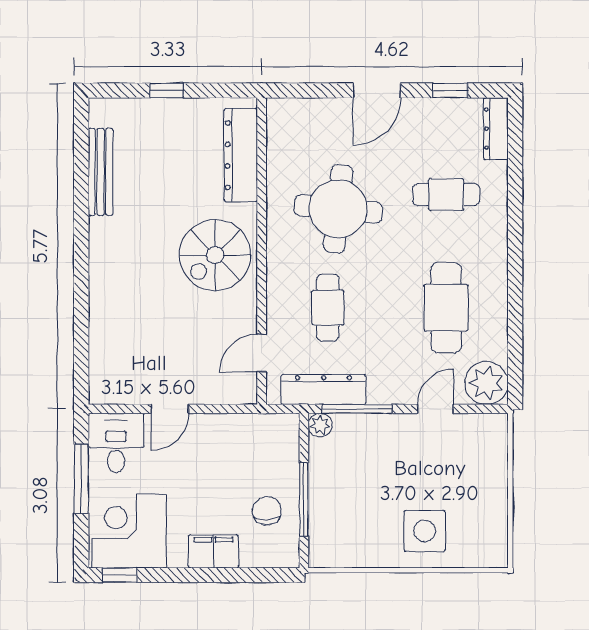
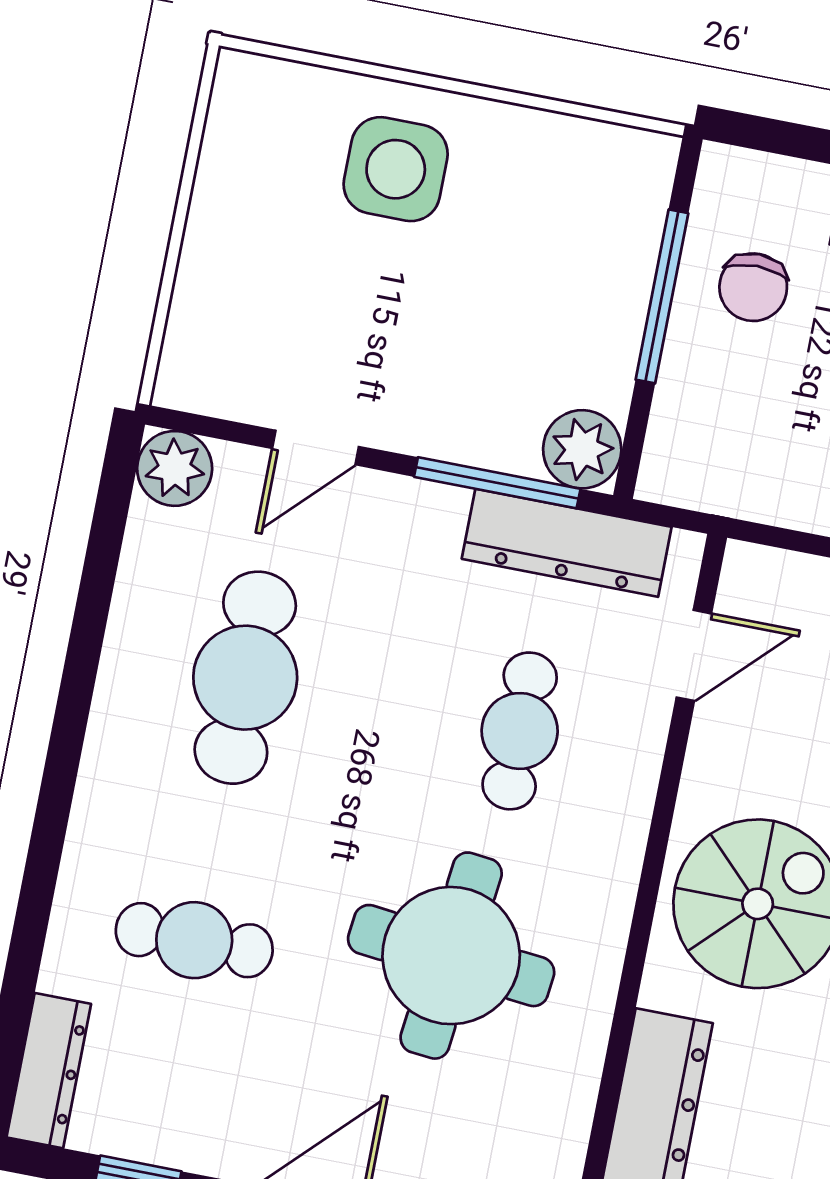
plant: (487, 383) -> (175, 468), width x0.73, depth x0.73
plant: (320, 425) -> (582, 449), width x1.38, depth x1.38

